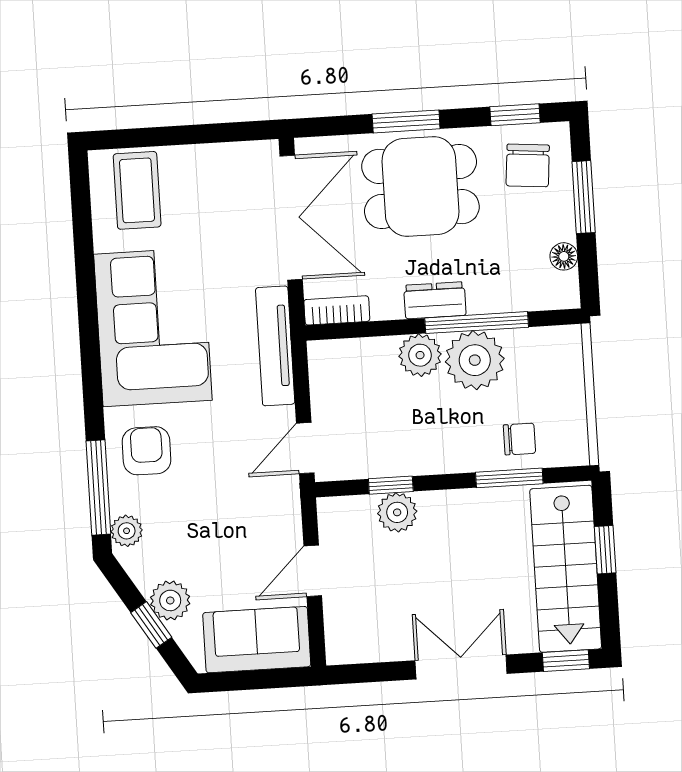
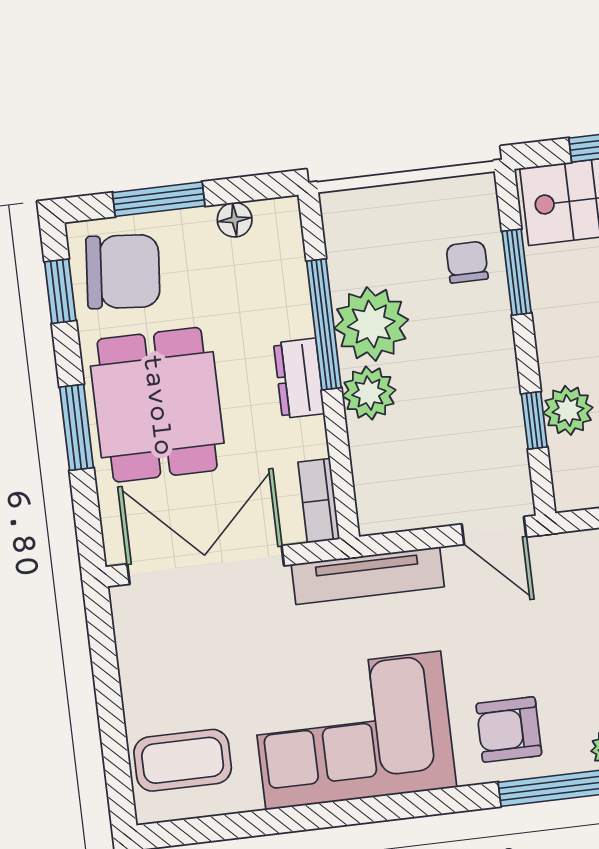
chair: (528, 165) -> (123, 272), width x1.37, depth x1.37

